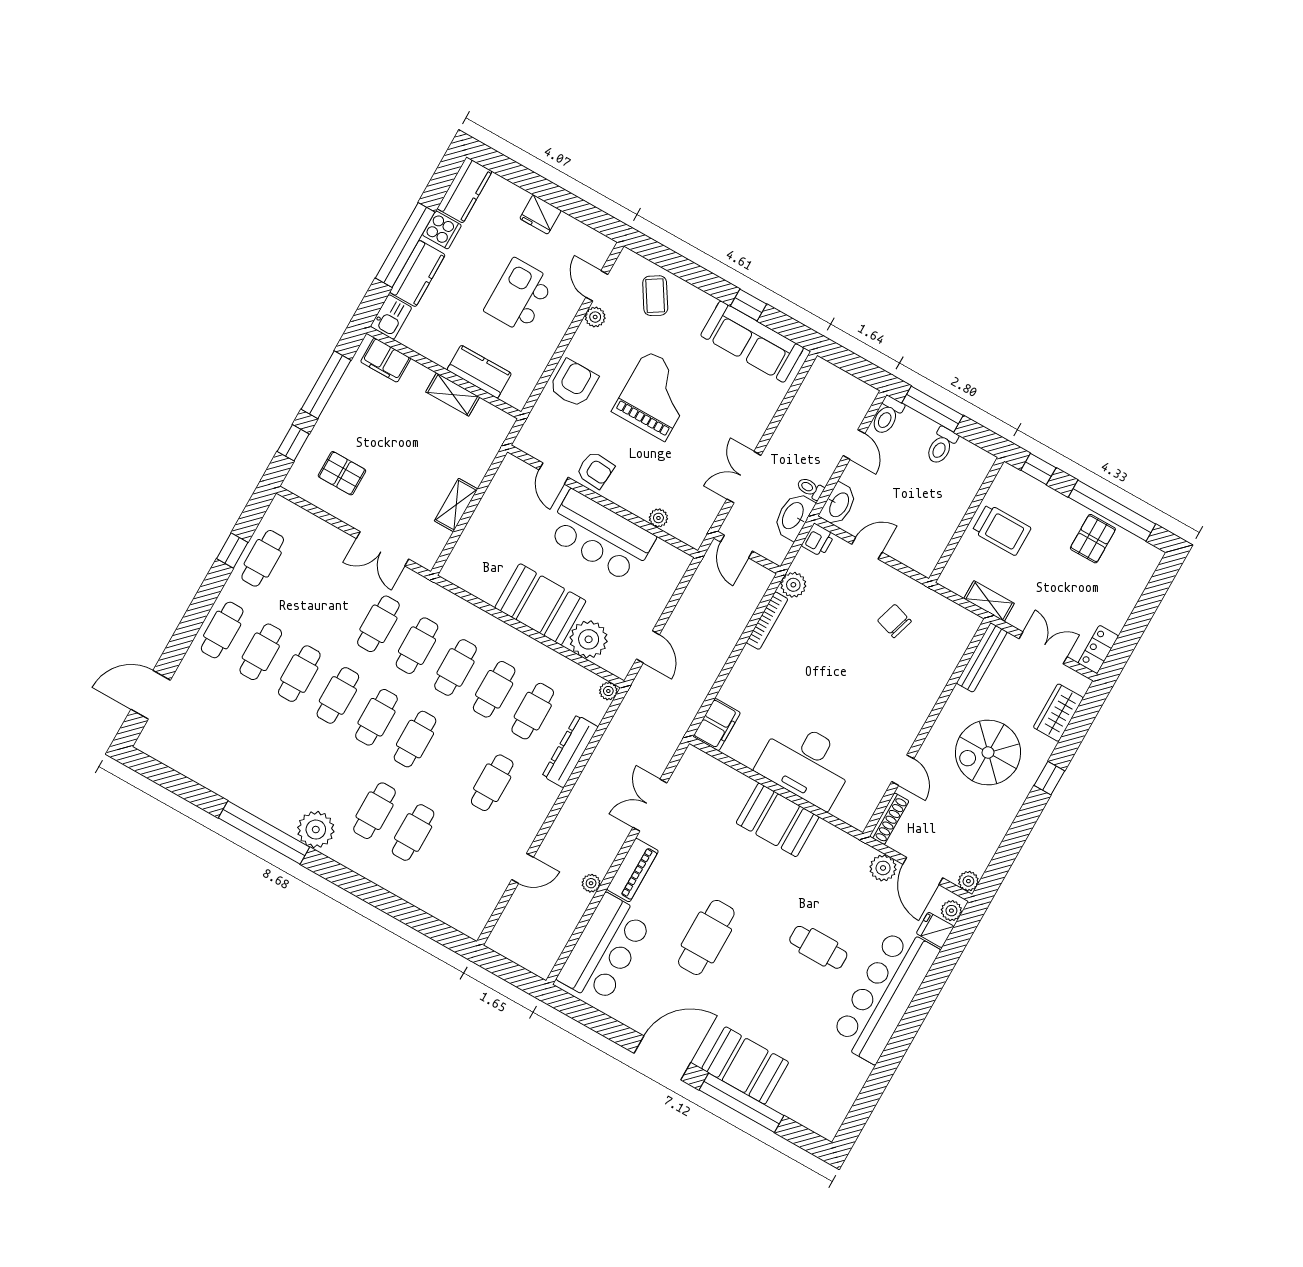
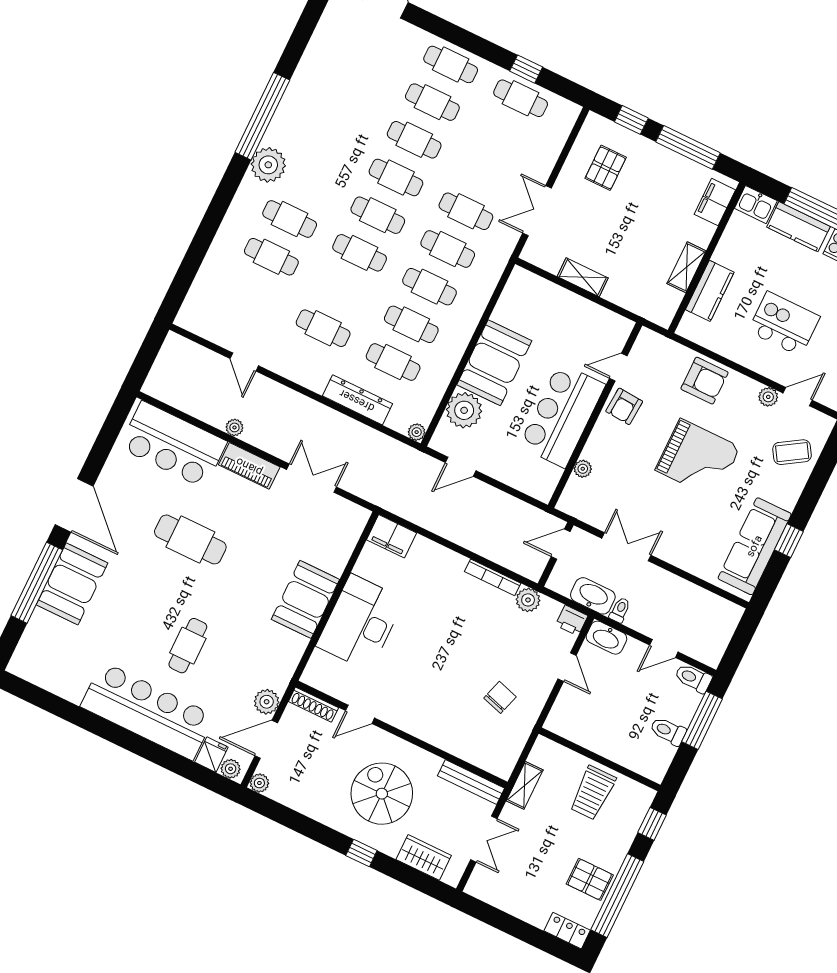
locker: (1098, 649) -> (567, 931), moved

